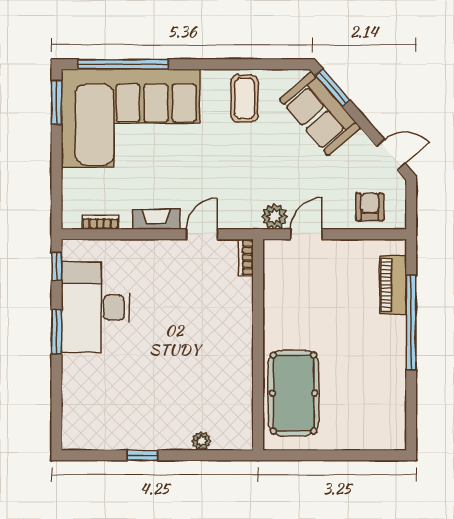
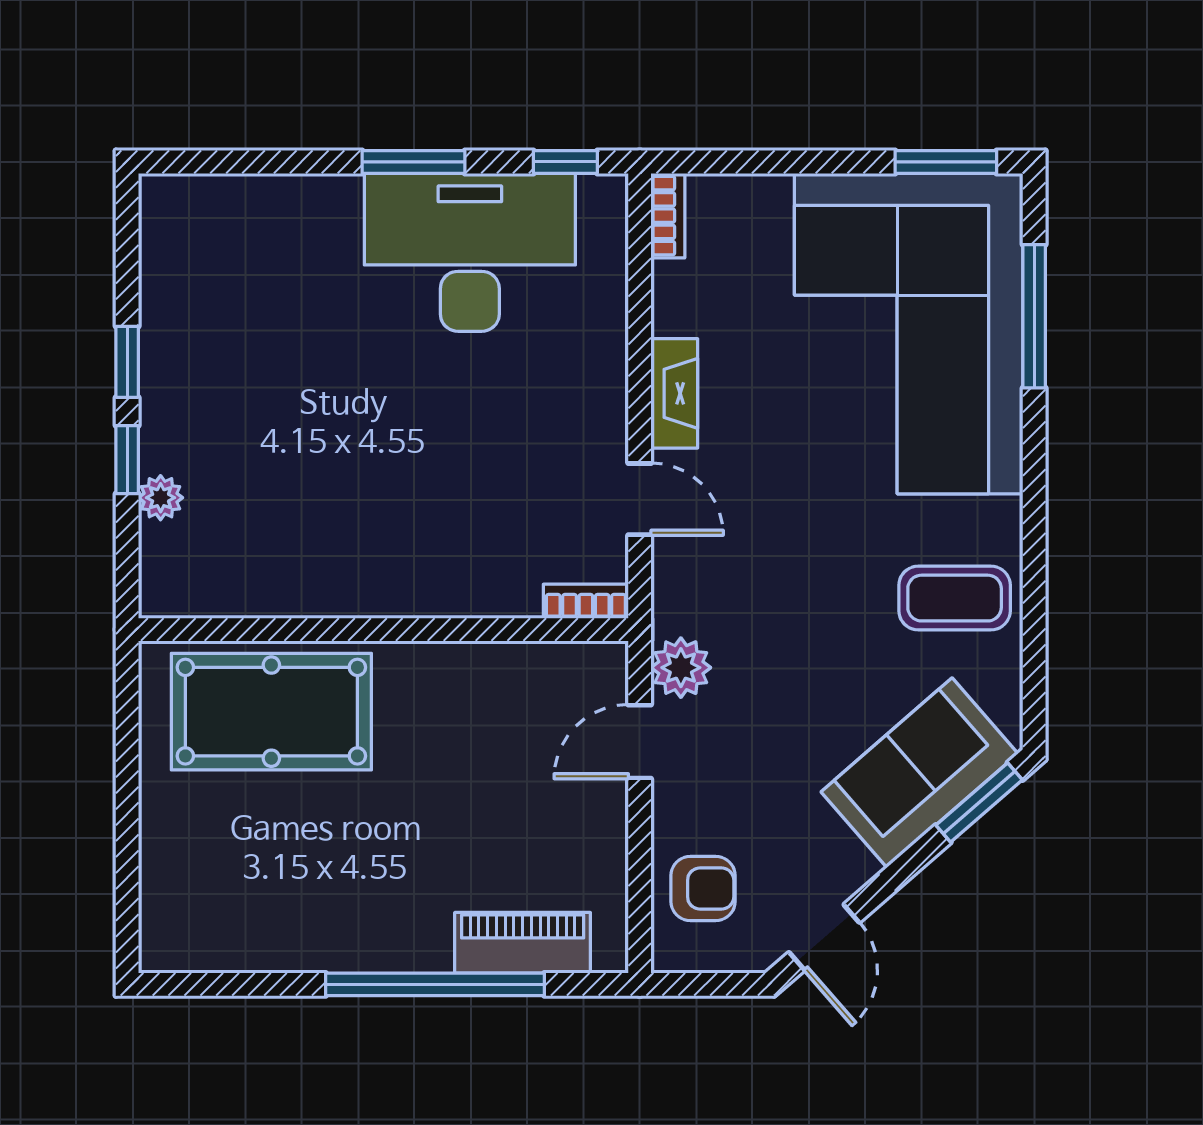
window: (123, 64) -> (1034, 316), width x0.68
bookcase: (100, 222) -> (668, 216), moved
door: (306, 234) -> (640, 742), swing flipped
window: (185, 455) -> (127, 460), added

